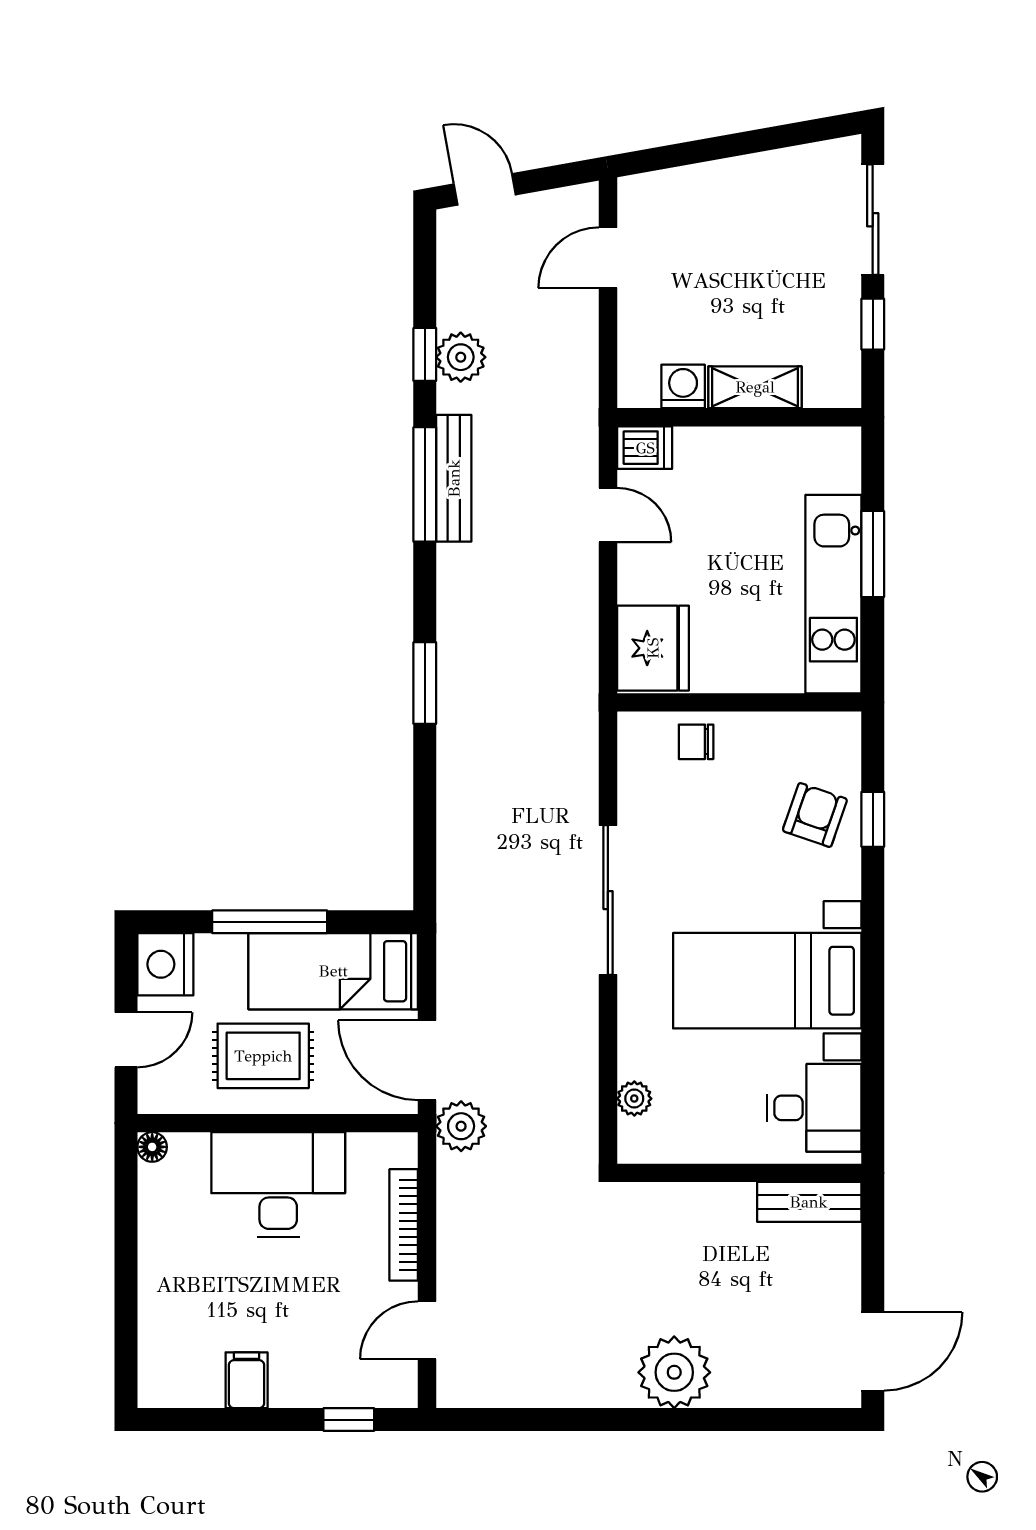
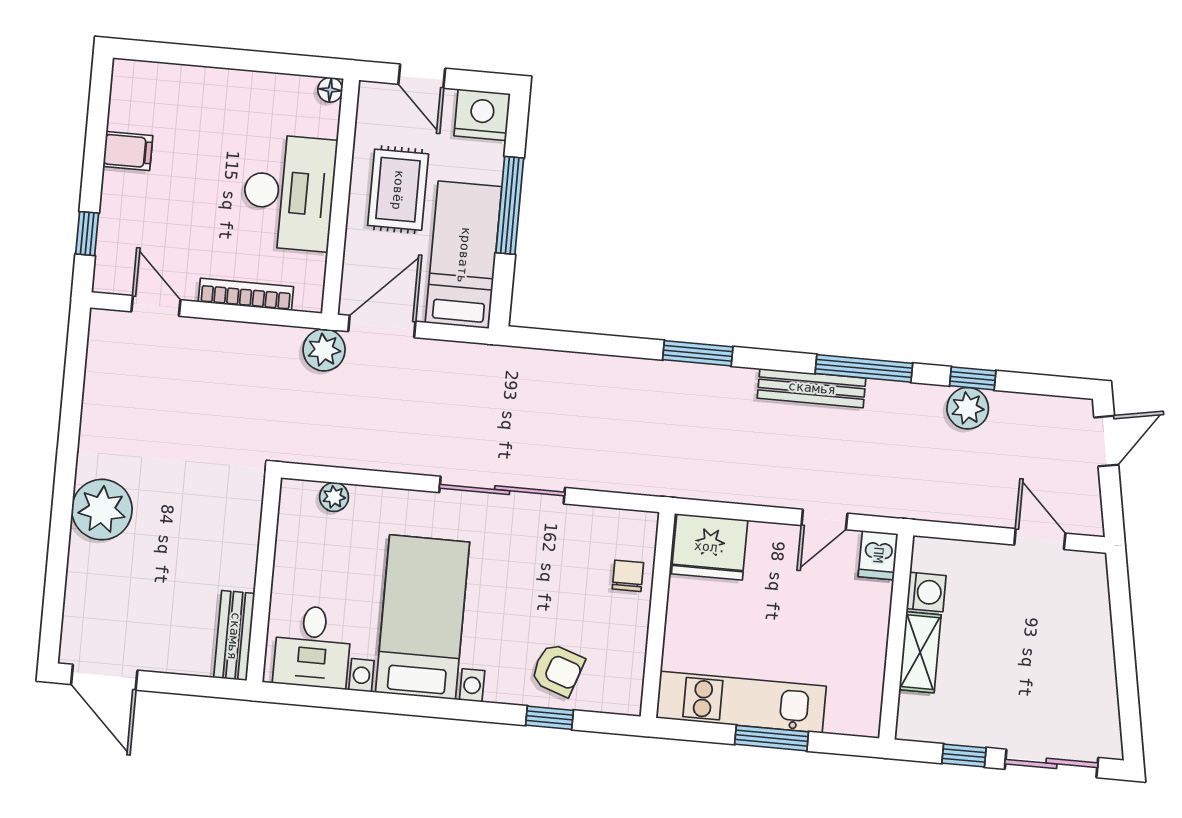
bench: (454, 478) -> (812, 388), moved

